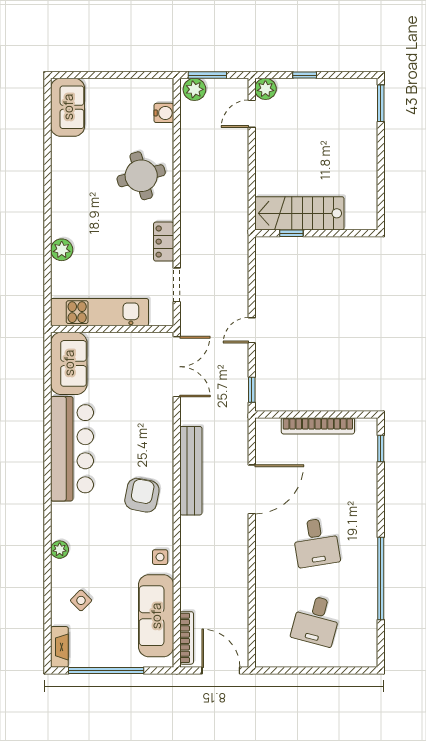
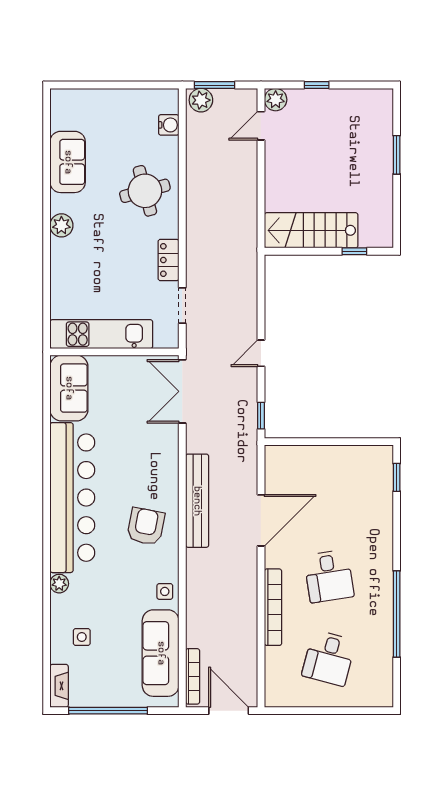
window: (381, 103) -> (397, 155), moved
sofa: (68, 107) -> (68, 162), moved
window: (291, 233) -> (354, 251), moved
plant: (62, 250) -> (61, 225), moved
double door: (177, 367) -> (182, 391), swing flipped
bookcase: (318, 426) -> (273, 607), moved, turned -90
bar counter: (72, 449) -> (72, 498), width x1.36
side table: (81, 600) -> (82, 637), turned 45

